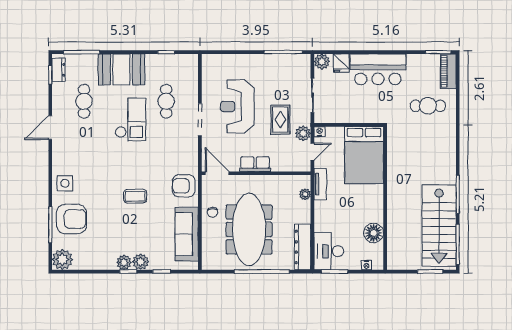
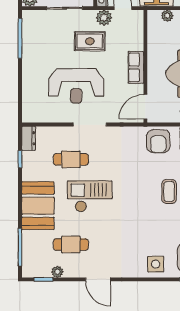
dresser: (59, 70) -> (29, 138), moved, turned 90
plant: (58, 88) -> (57, 272), added

